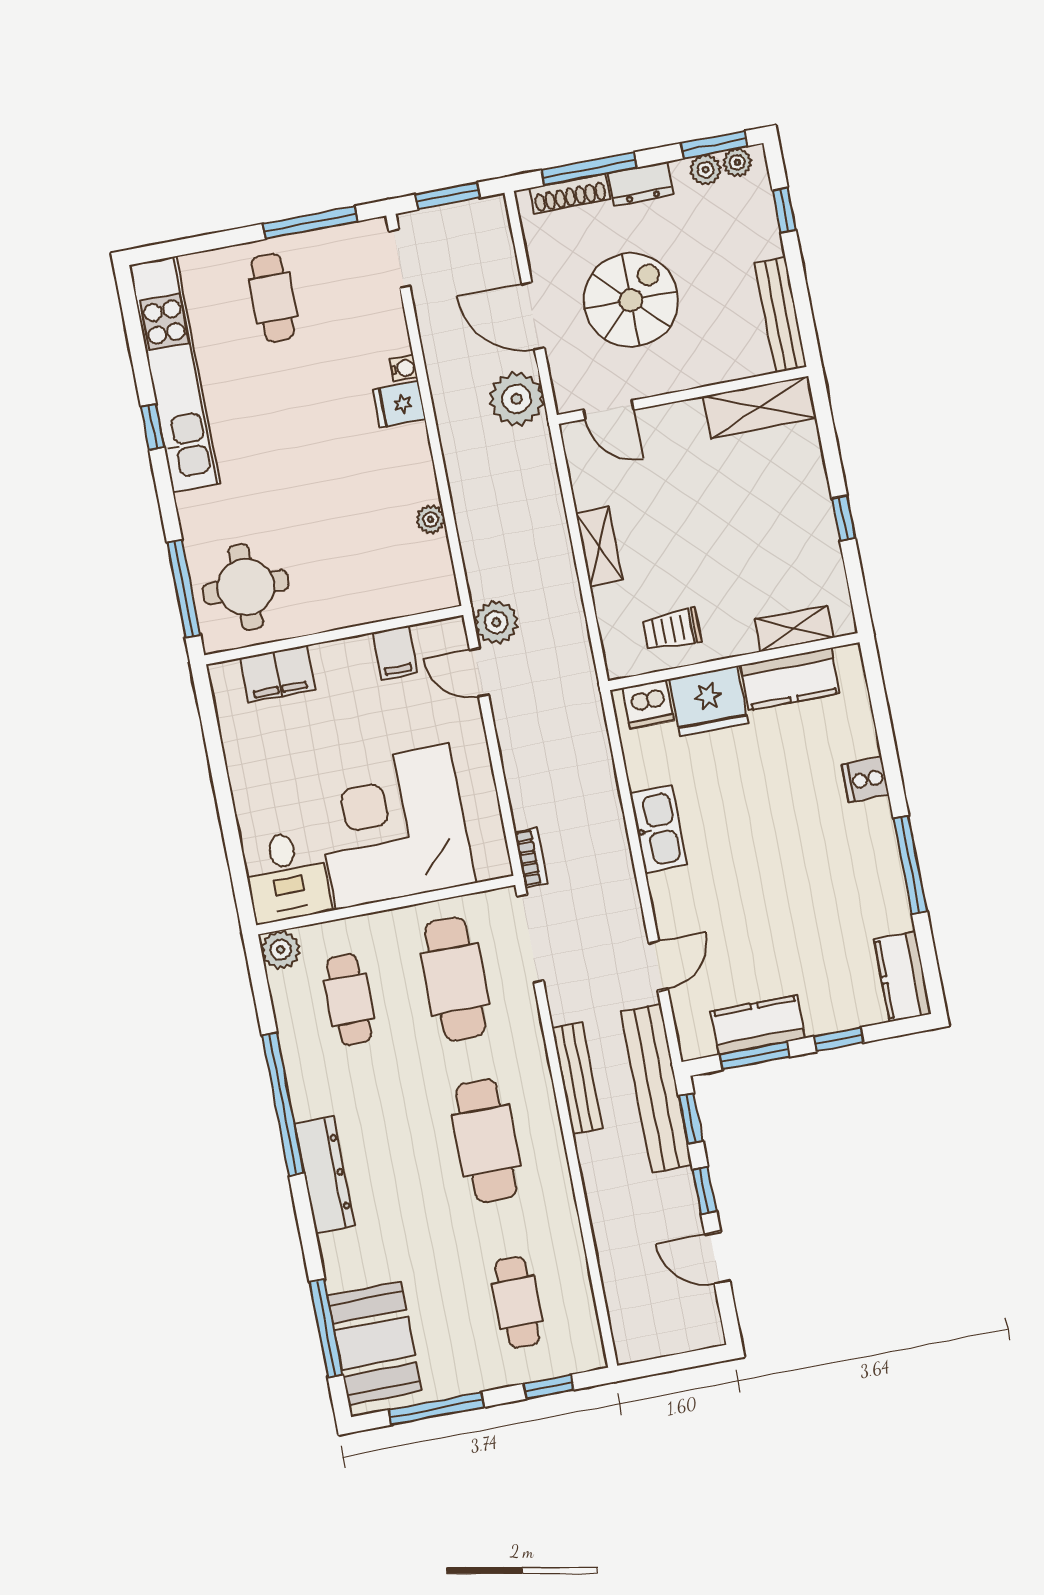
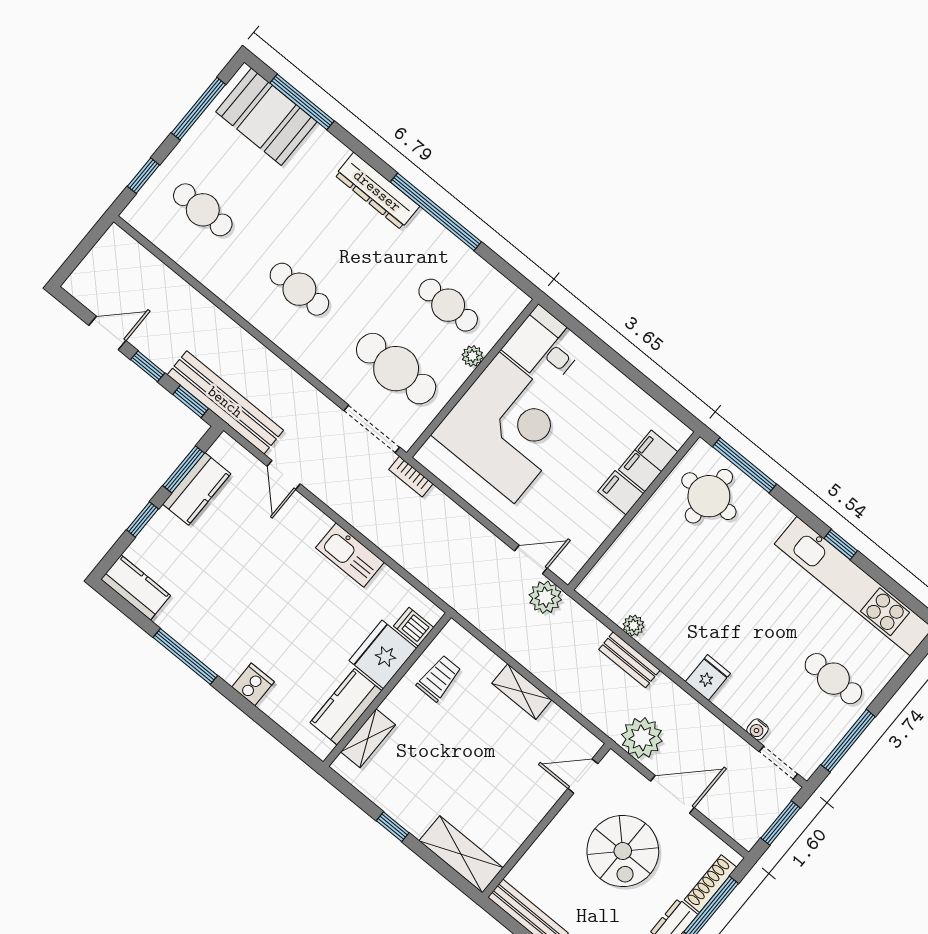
water cooler: (404, 368) -> (757, 729), moved
shelving: (760, 407) -> (461, 854), moved, turned 90
filing cabinet: (395, 653) -> (621, 493), moved
dishwasher: (648, 704) -> (414, 627), width x0.73
plant: (281, 950) -> (472, 356), moved, width x0.73, depth x0.73
bench: (577, 1078) -> (629, 660), moved, width x0.73
cafe table: (486, 1141) -> (299, 289), width x0.73, depth x0.74

